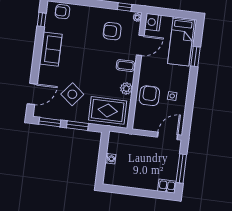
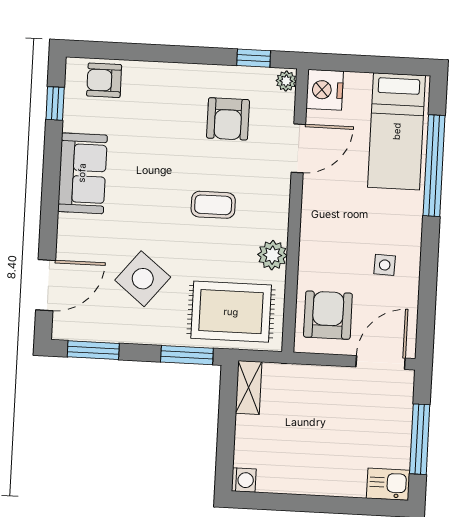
armchair: (112, 31) -> (228, 119), turned -90
window: (195, 57) -> (434, 166), width x2.11
coffee table: (125, 66) -> (213, 205), moved
armchair: (149, 96) -> (328, 315), moved
window: (77, 126) -> (187, 355), moved
shelving: (113, 142) -> (249, 388), added
washing machine: (110, 159) -> (244, 480), moved

